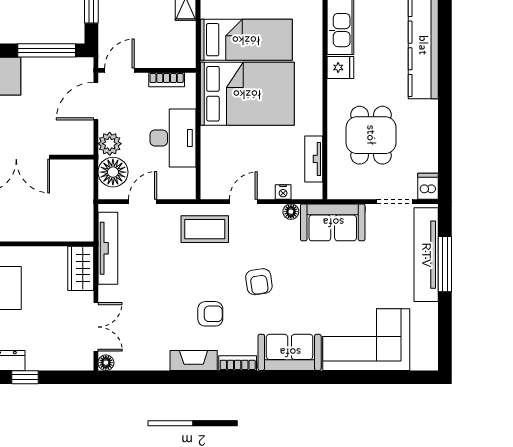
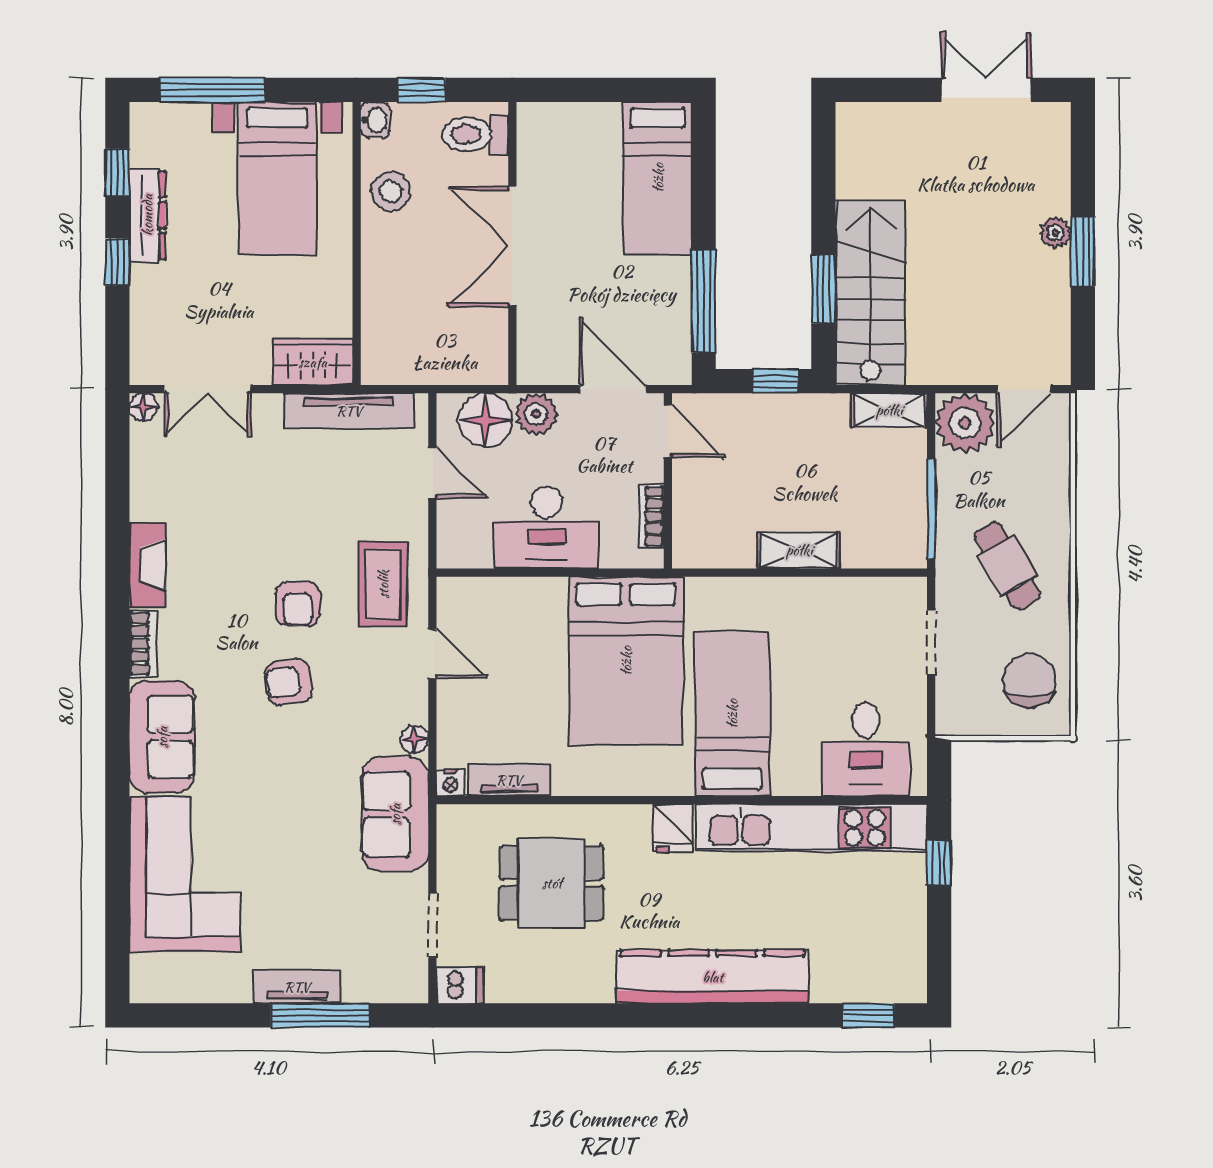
bed: (246, 40) -> (732, 714), moved, turned 180
nightstand: (283, 192) -> (450, 783), moved, turned -90
tv unit: (426, 255) -> (297, 987), width x0.52, depth x0.78
armchair: (210, 314) -> (298, 604), moved

